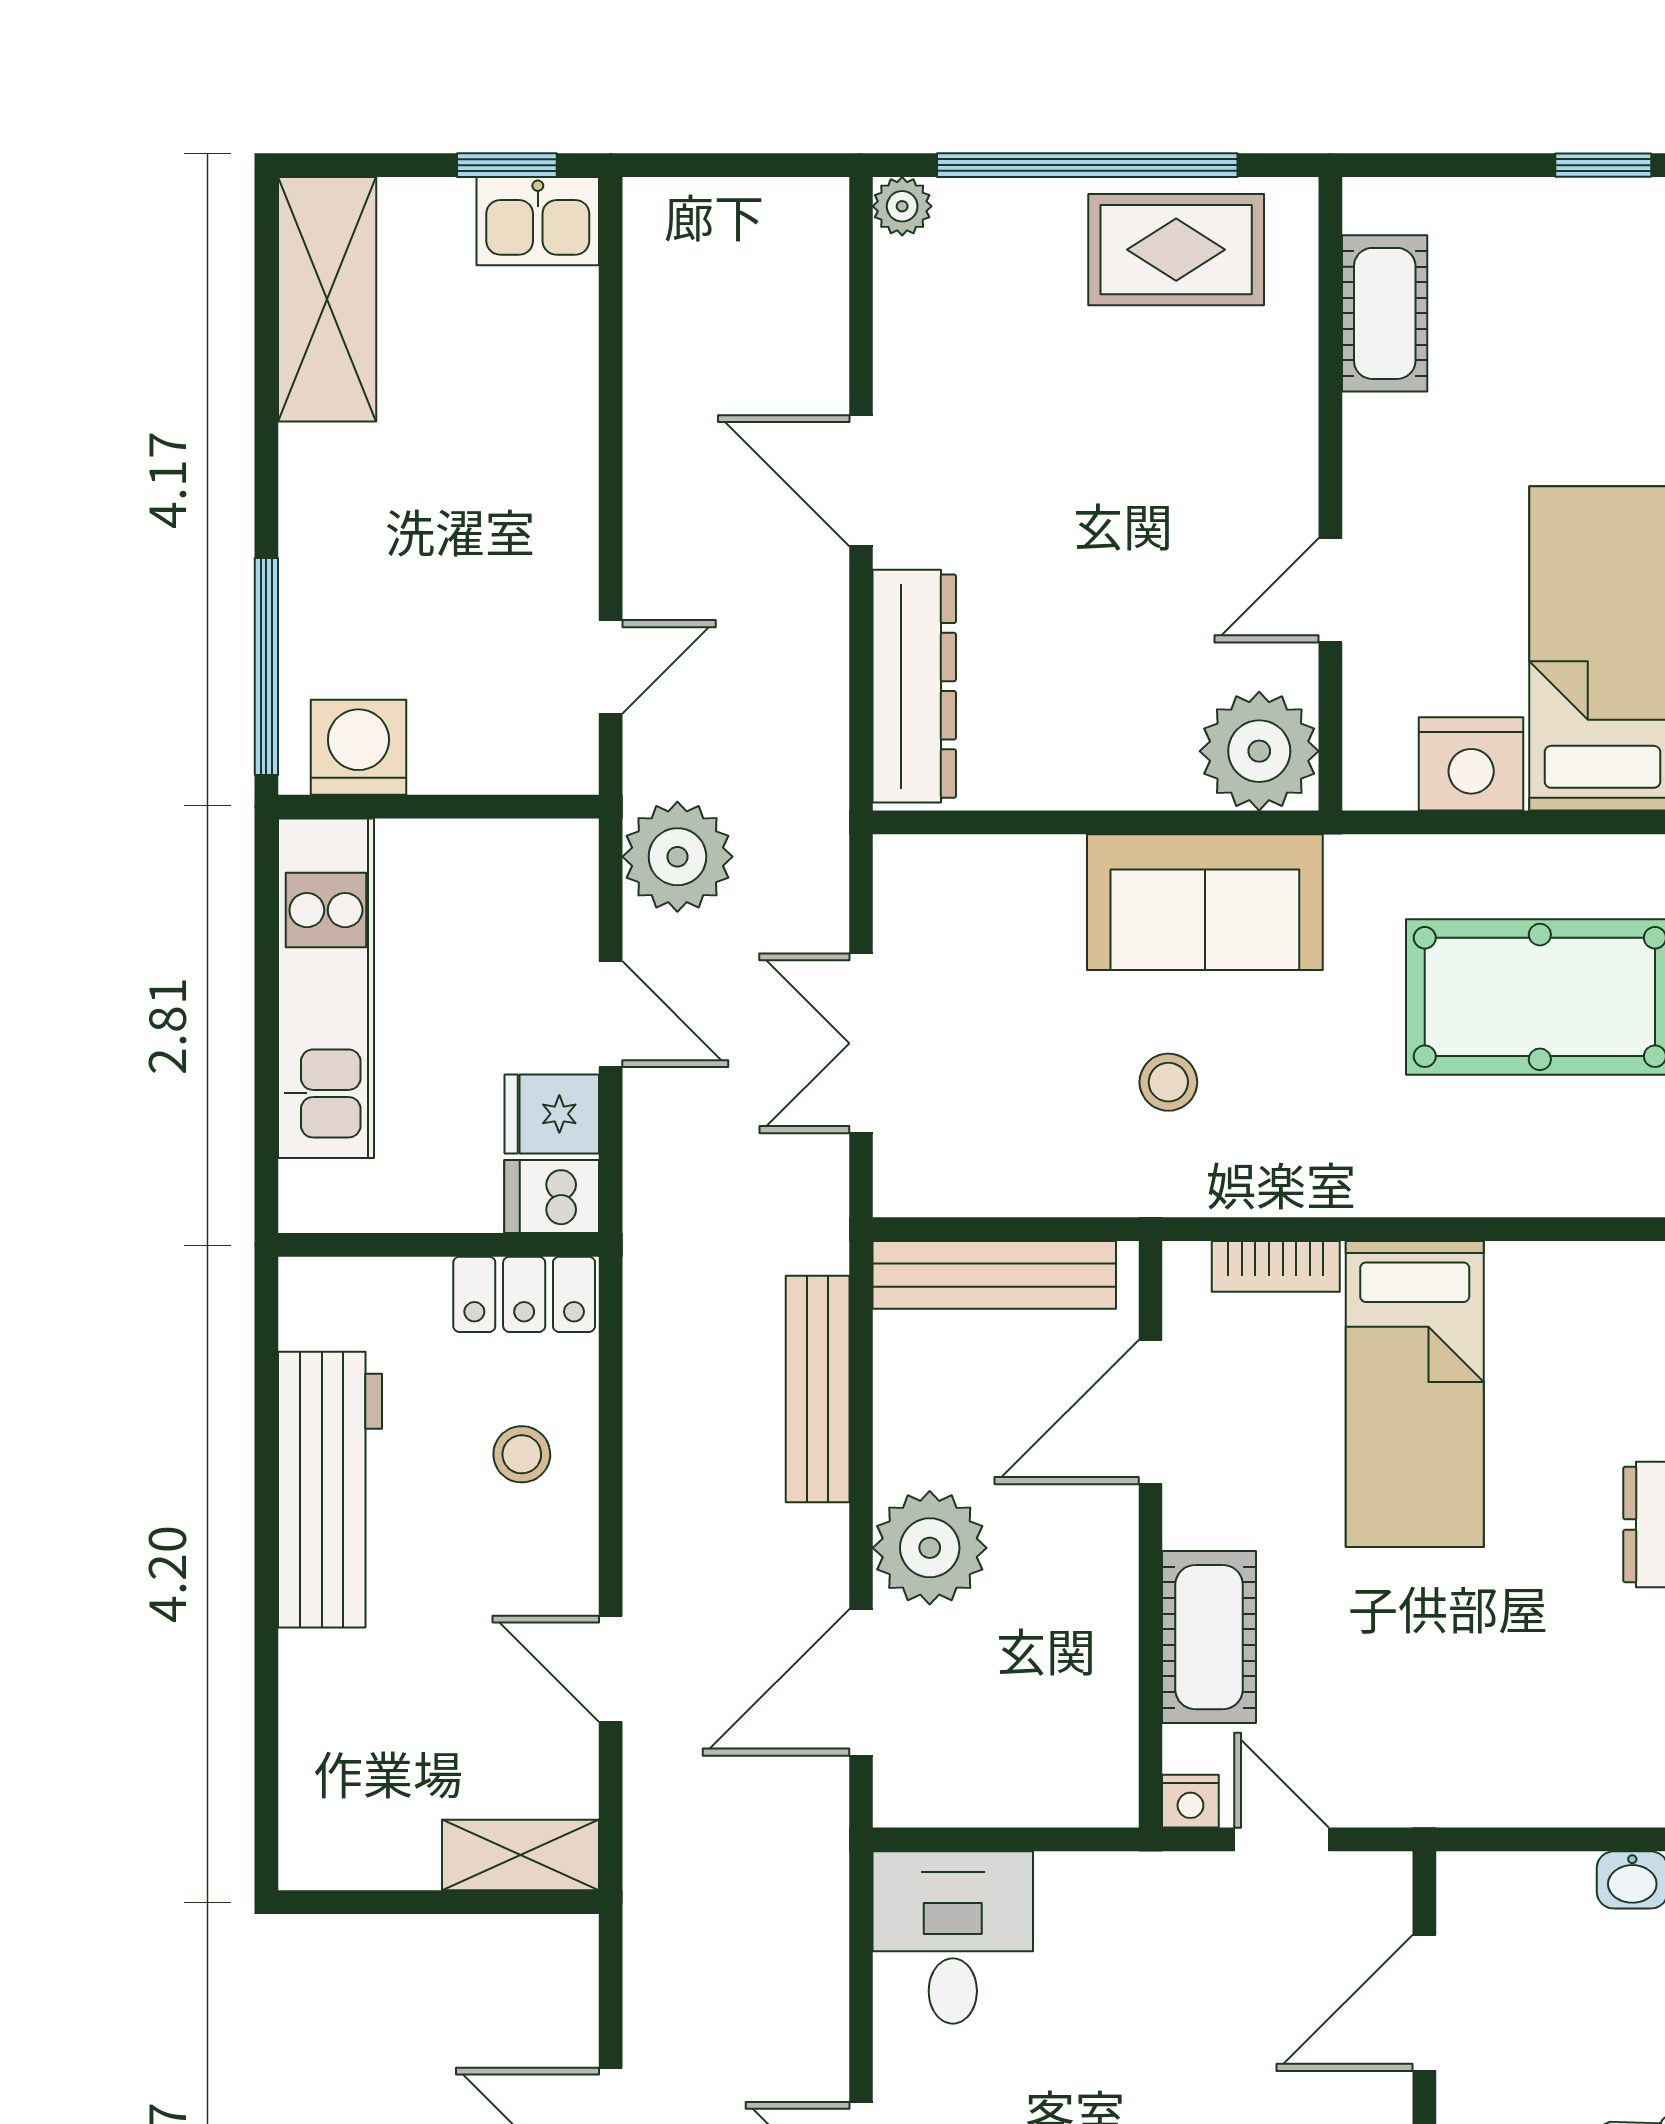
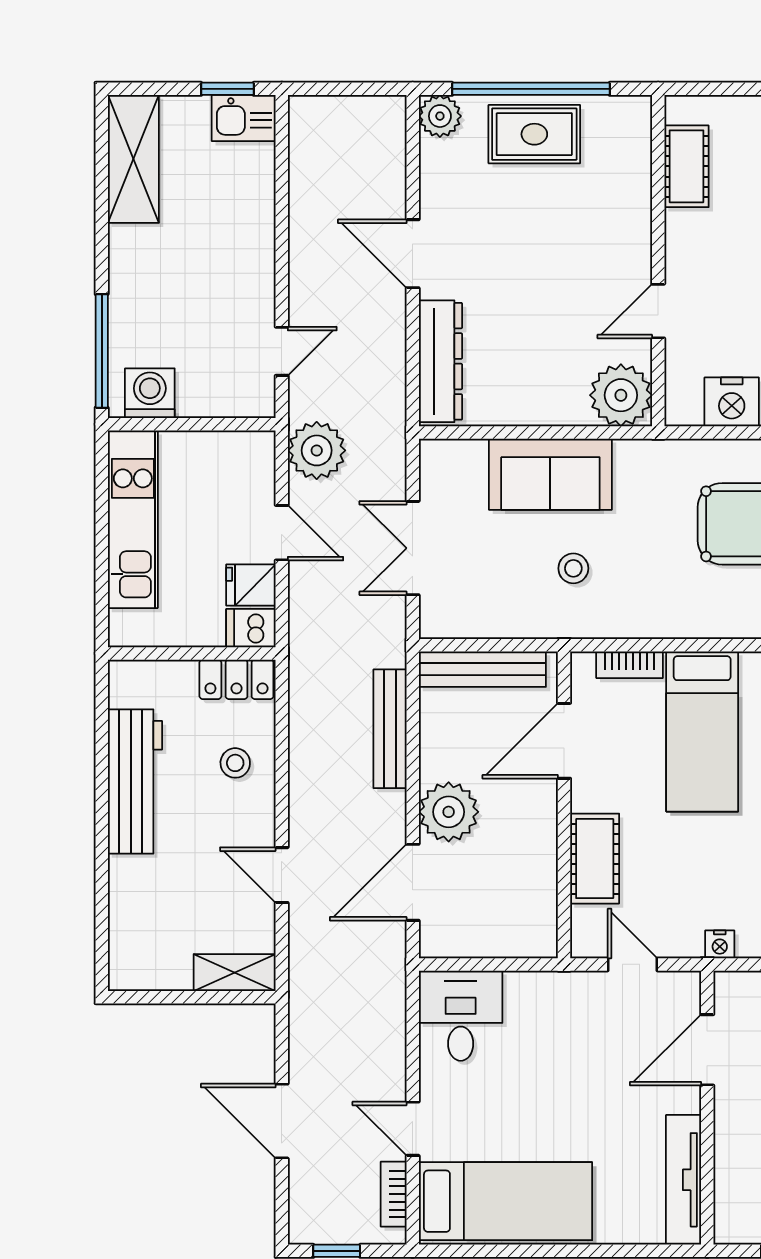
plant: (902, 206) -> (440, 116), width x1.38, depth x1.38
rug: (1176, 250) -> (534, 134), moved
sofa: (1205, 902) -> (550, 474), moved
nightstand: (1190, 1801) -> (720, 944), moved

